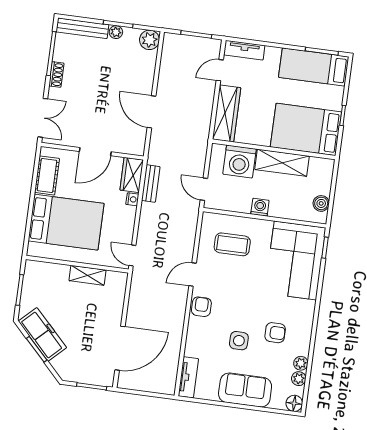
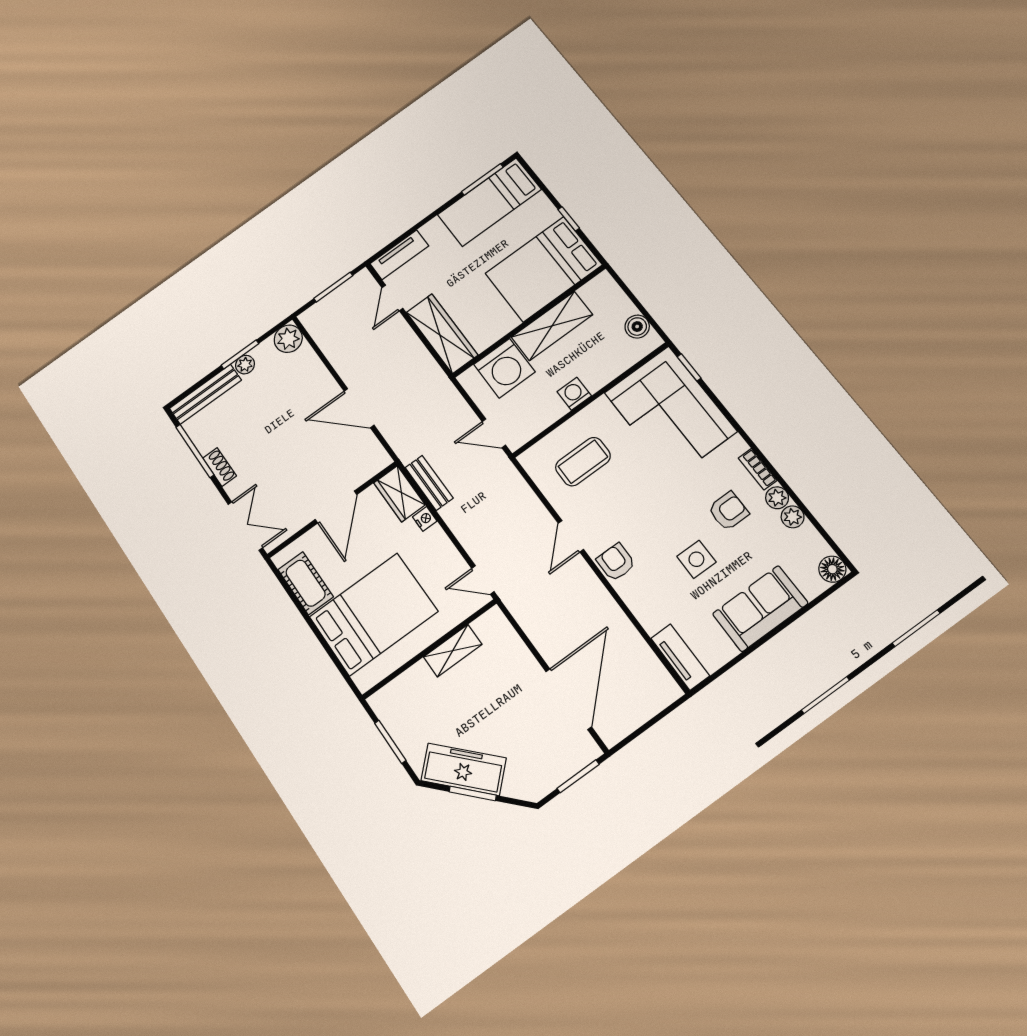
bookcase: (307, 326) -> (758, 469), added
plant: (299, 379) -> (777, 498), moved

